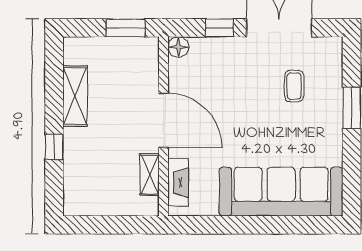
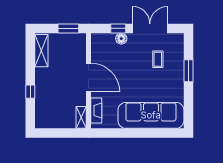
floor lamp: (178, 47) -> (121, 39), moved
shelving: (75, 96) -> (41, 51), moved
shelving: (150, 175) -> (81, 117), moved

